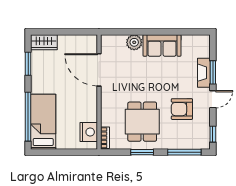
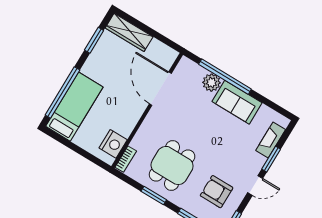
window: (142, 32) -> (225, 77), added
wardrobe: (44, 42) -> (129, 32), width x1.50
fireplace: (204, 73) -> (271, 140), moved
armchair: (182, 109) -> (217, 192), moved

